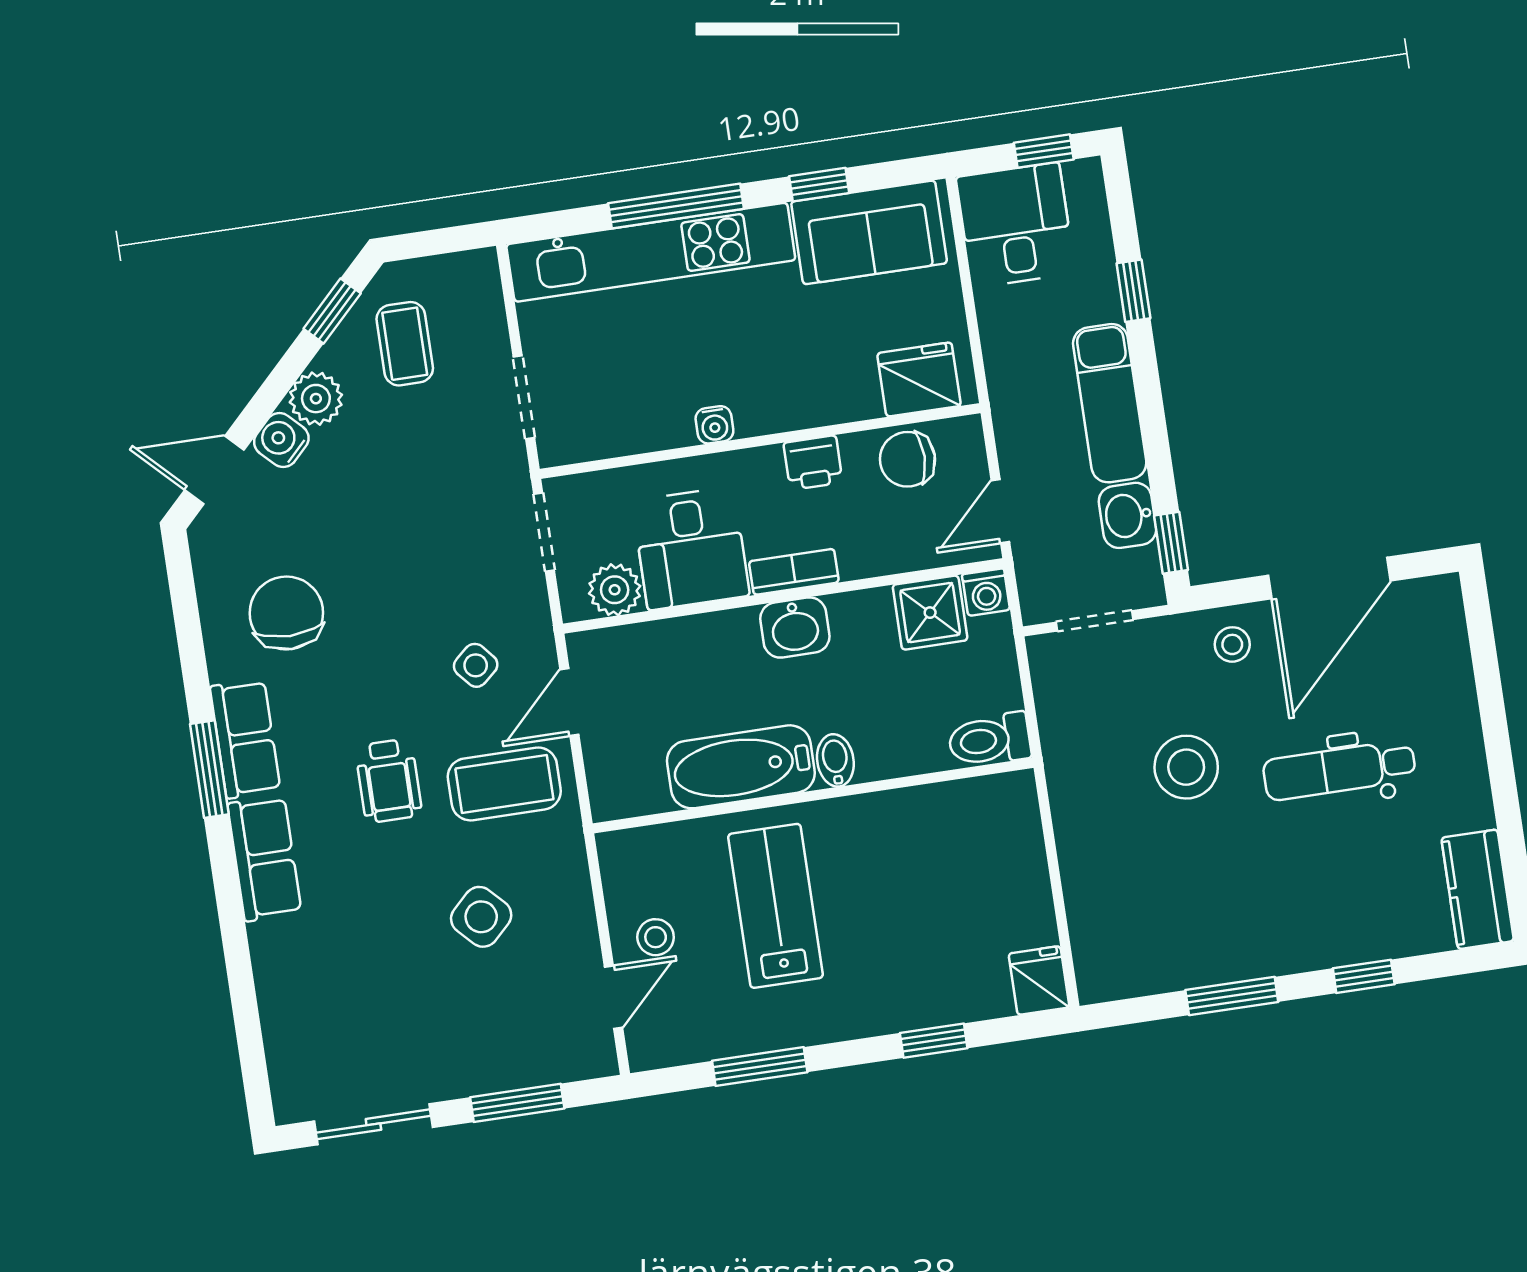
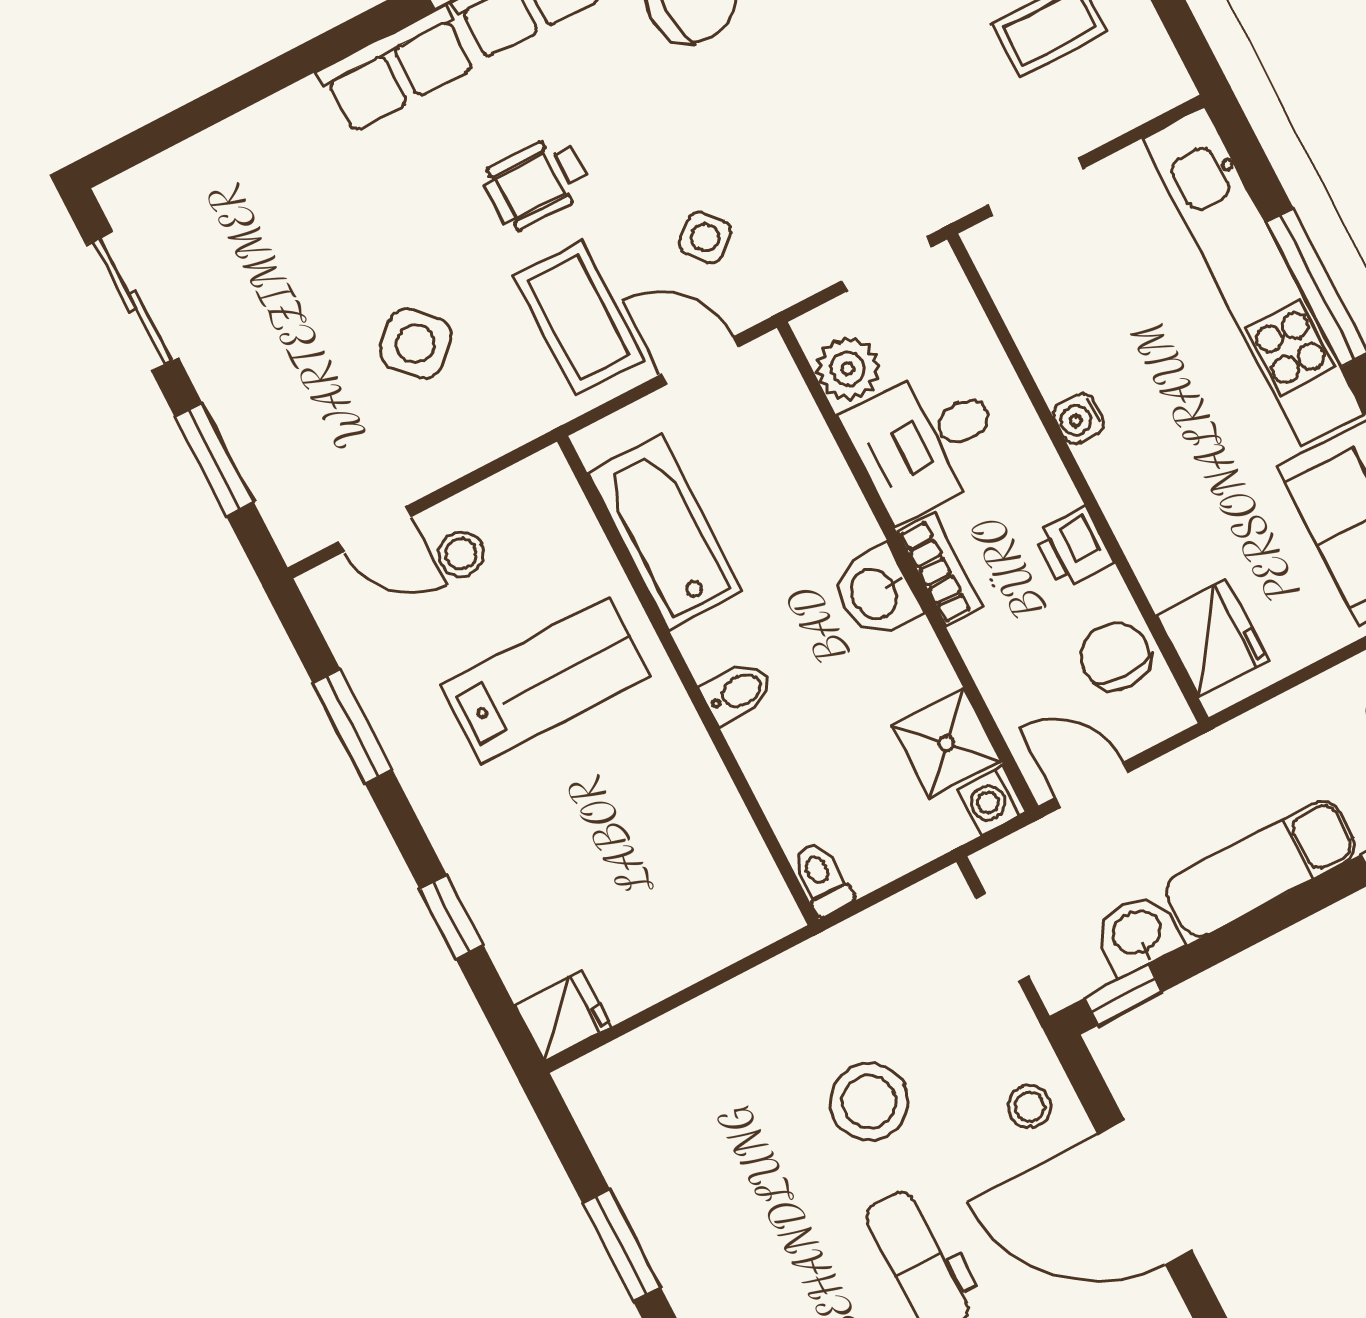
toilet: (989, 740) -> (822, 878), width x0.73, depth x0.72
bathtub: (741, 767) -> (665, 532), moved

